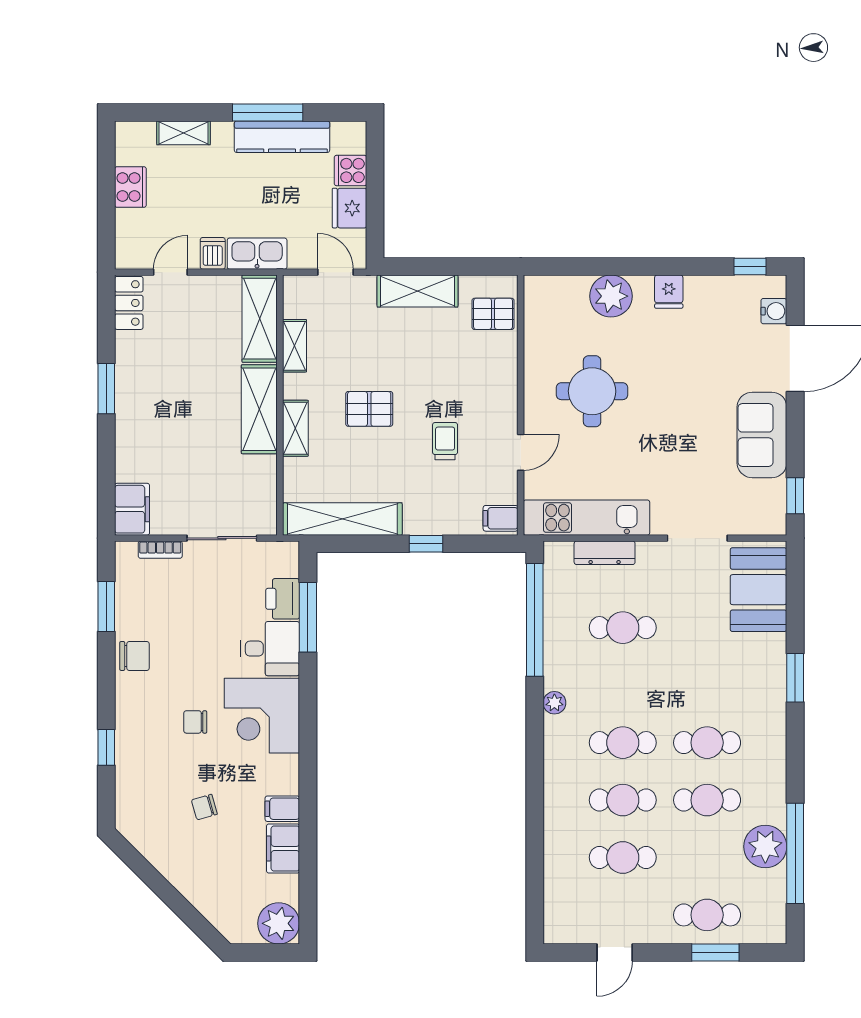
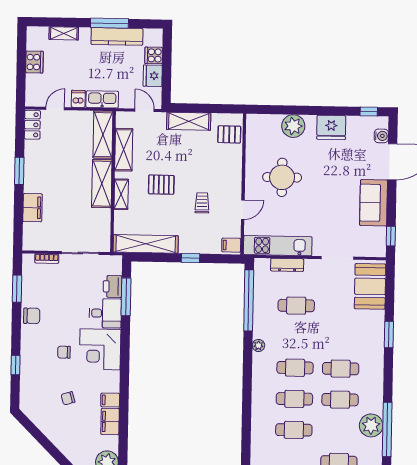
fridge: (669, 292) -> (331, 127), width x1.88, depth x1.34
shelving: (295, 346) -> (124, 150), width x1.50, depth x1.33
filing cabinet: (132, 509) -> (32, 208), moved

